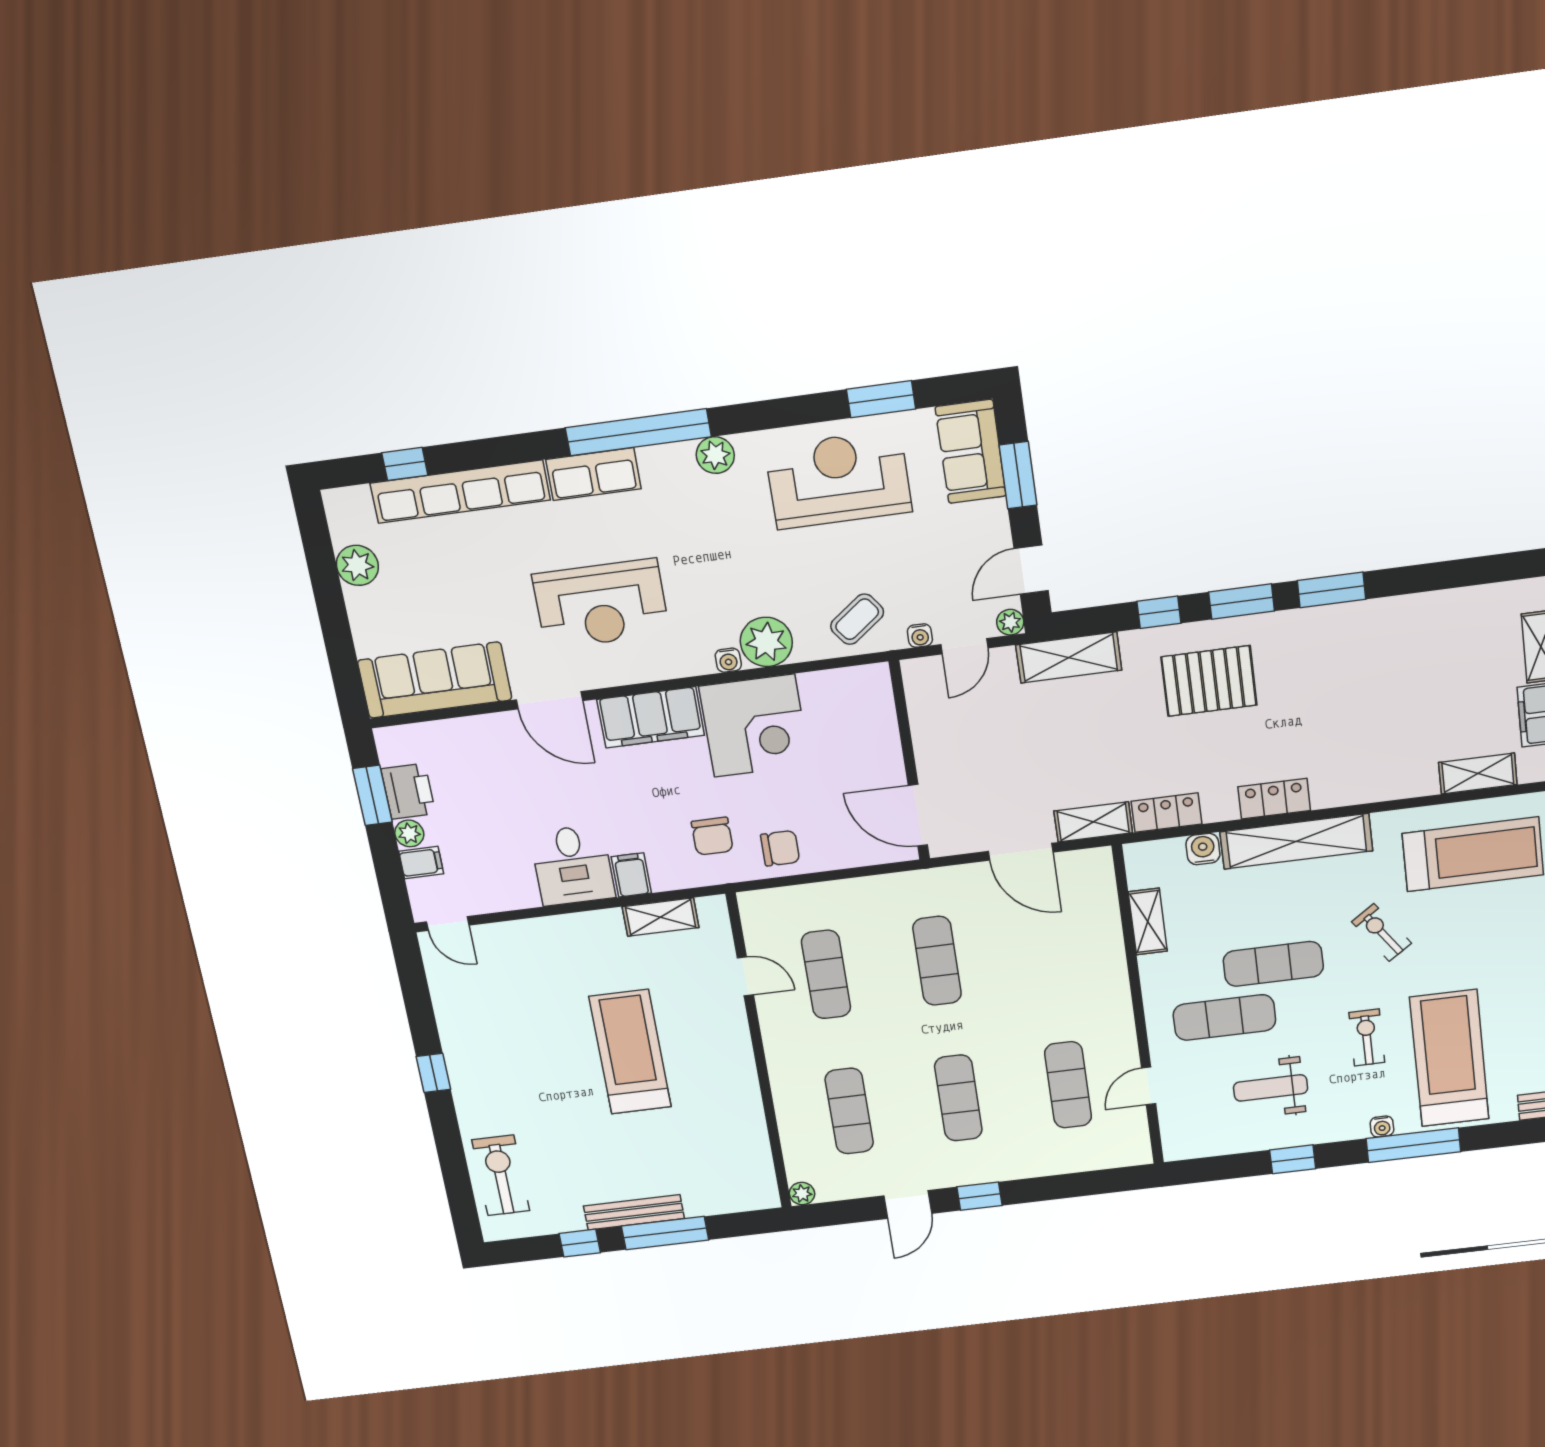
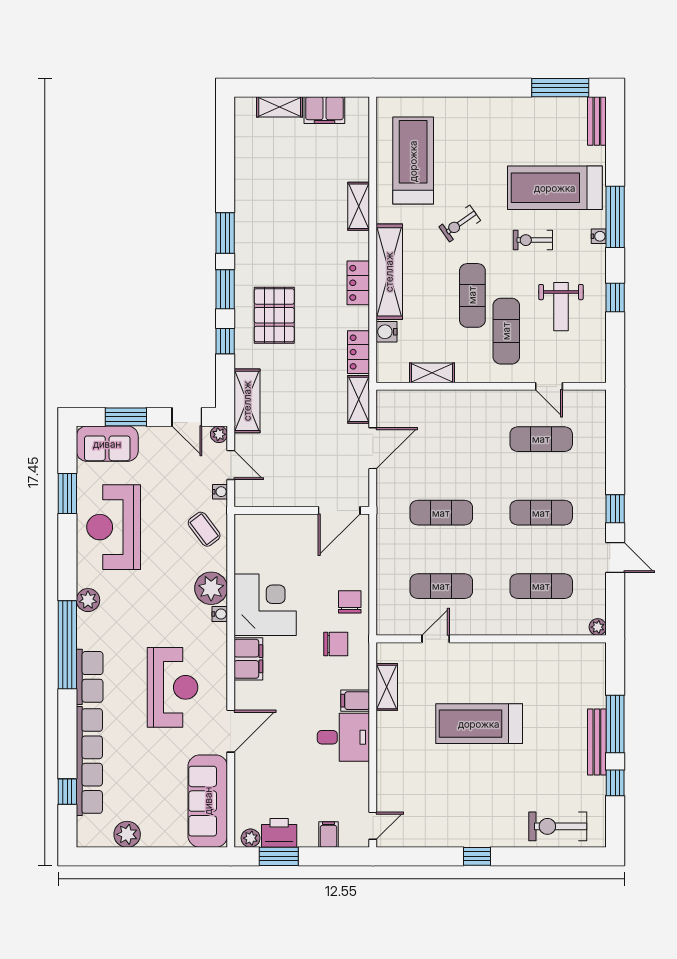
filing cabinet: (651, 717) -> (248, 659), width x0.67, depth x0.86
shelving: (1478, 774) -> (359, 206), moved
plant: (409, 833) -> (251, 838), moved

